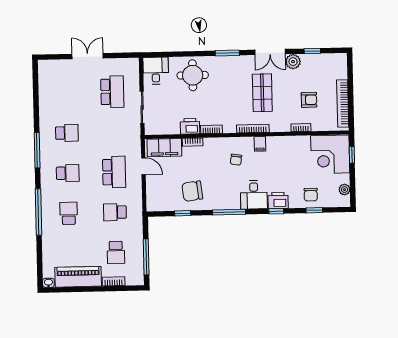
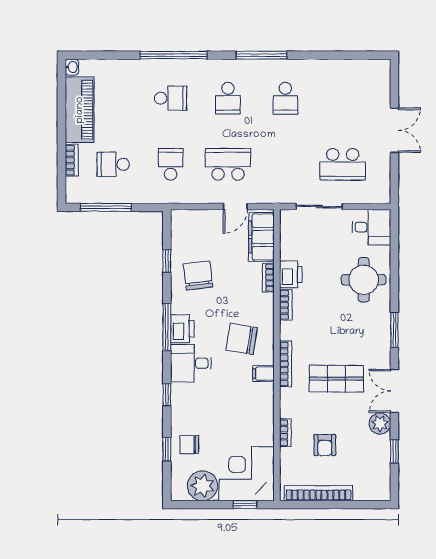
chair: (236, 160) -> (242, 339), width x1.87, depth x1.87
school desk: (114, 172) -> (228, 164), turned 180
plant: (344, 190) -> (202, 486), width x1.87, depth x1.87
printer: (278, 200) -> (182, 329), moved

